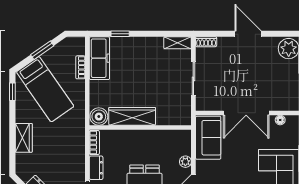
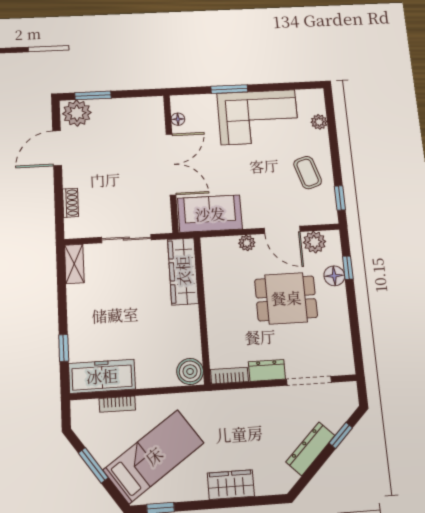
door: (248, 34) -> (57, 148), moved
shoe rack: (206, 42) -> (70, 203), moved
wardrobe: (132, 116) -> (183, 271), moved

